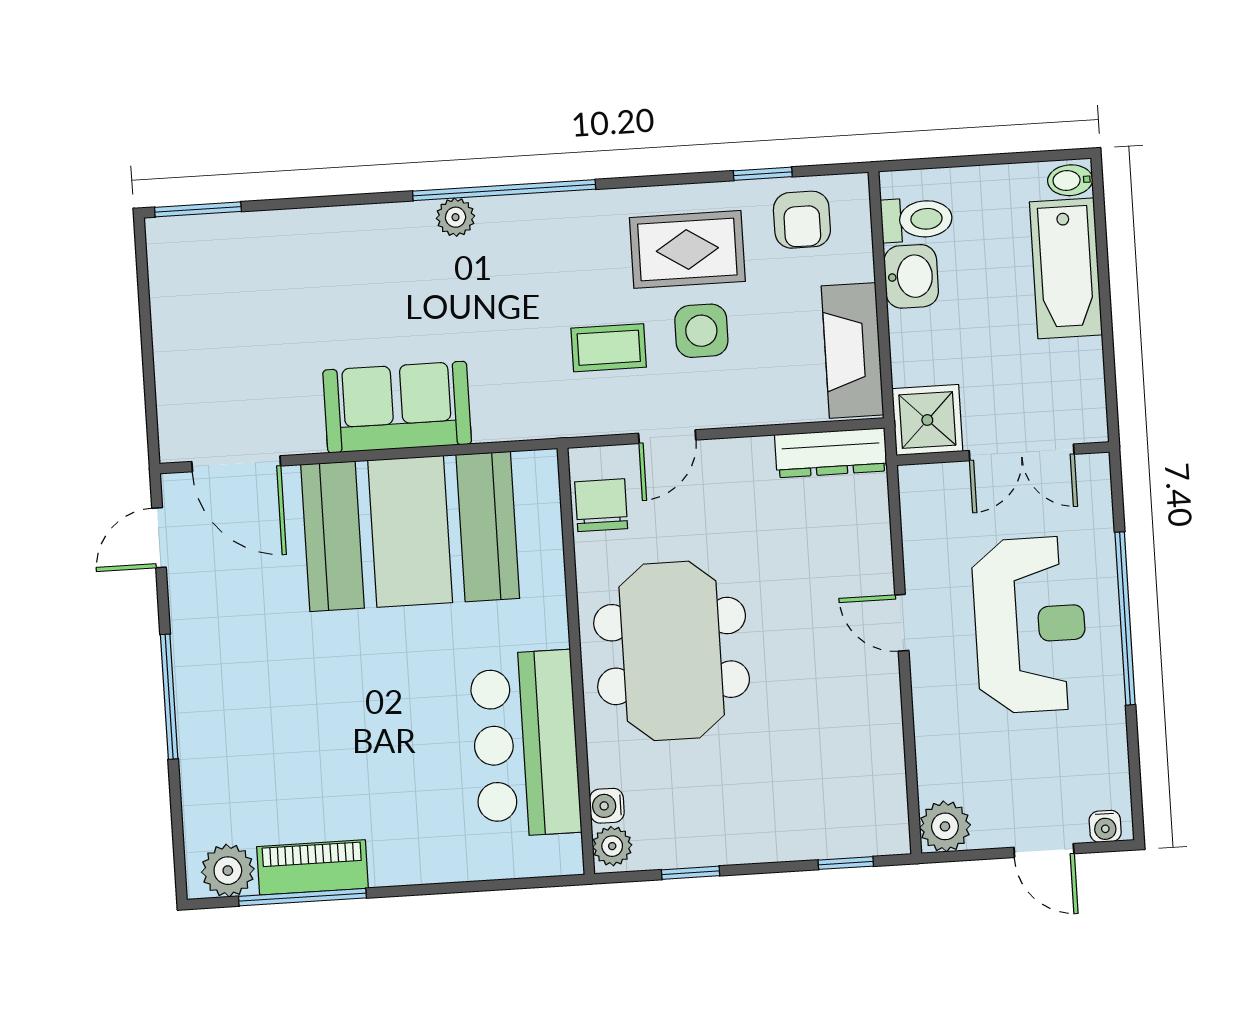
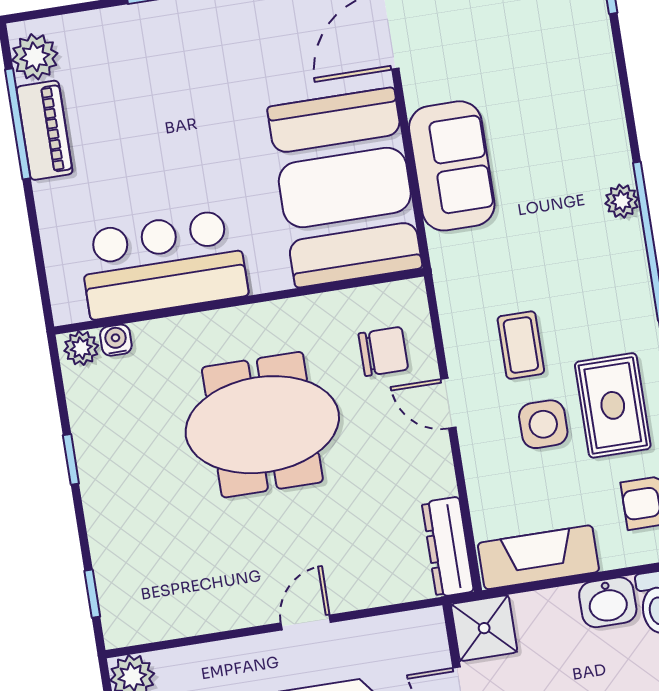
wall: (576, 661) -> (239, 301), moved
bar counter: (525, 744) -> (163, 264), moved
water cooler: (607, 806) -> (116, 340), moved
plant: (612, 846) -> (81, 348), moved

